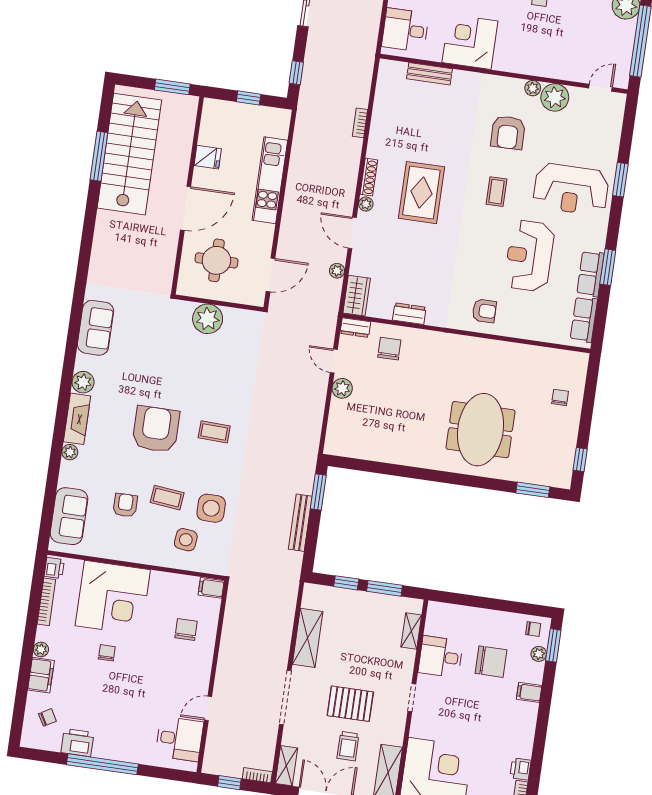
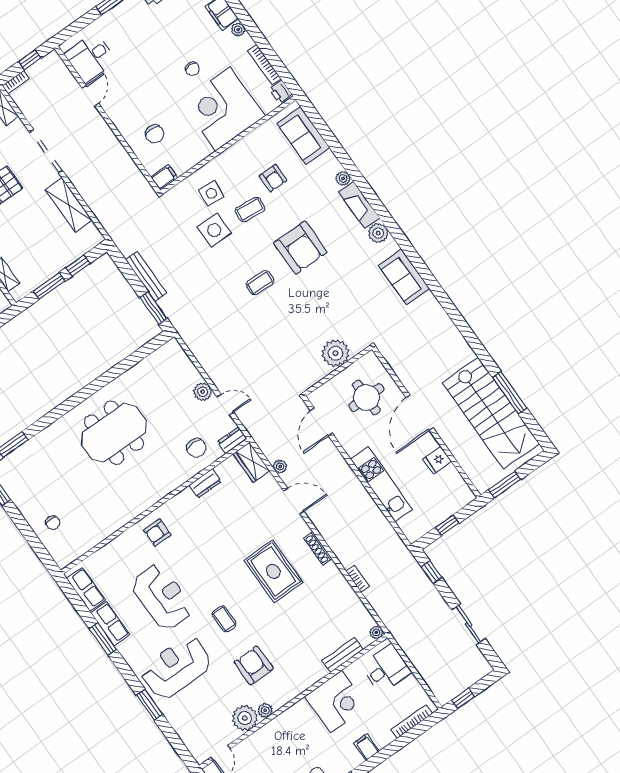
plant: (366, 204) -> (376, 632), moved
meeting table: (480, 430) -> (114, 433), moved, turned 90

